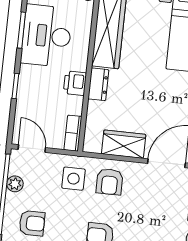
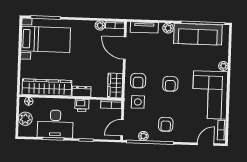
wardrobe: (124, 144) -> (115, 85), moved
armchair: (110, 182) -> (138, 81), turned 90
armchair: (32, 223) -> (166, 124), turned 180

